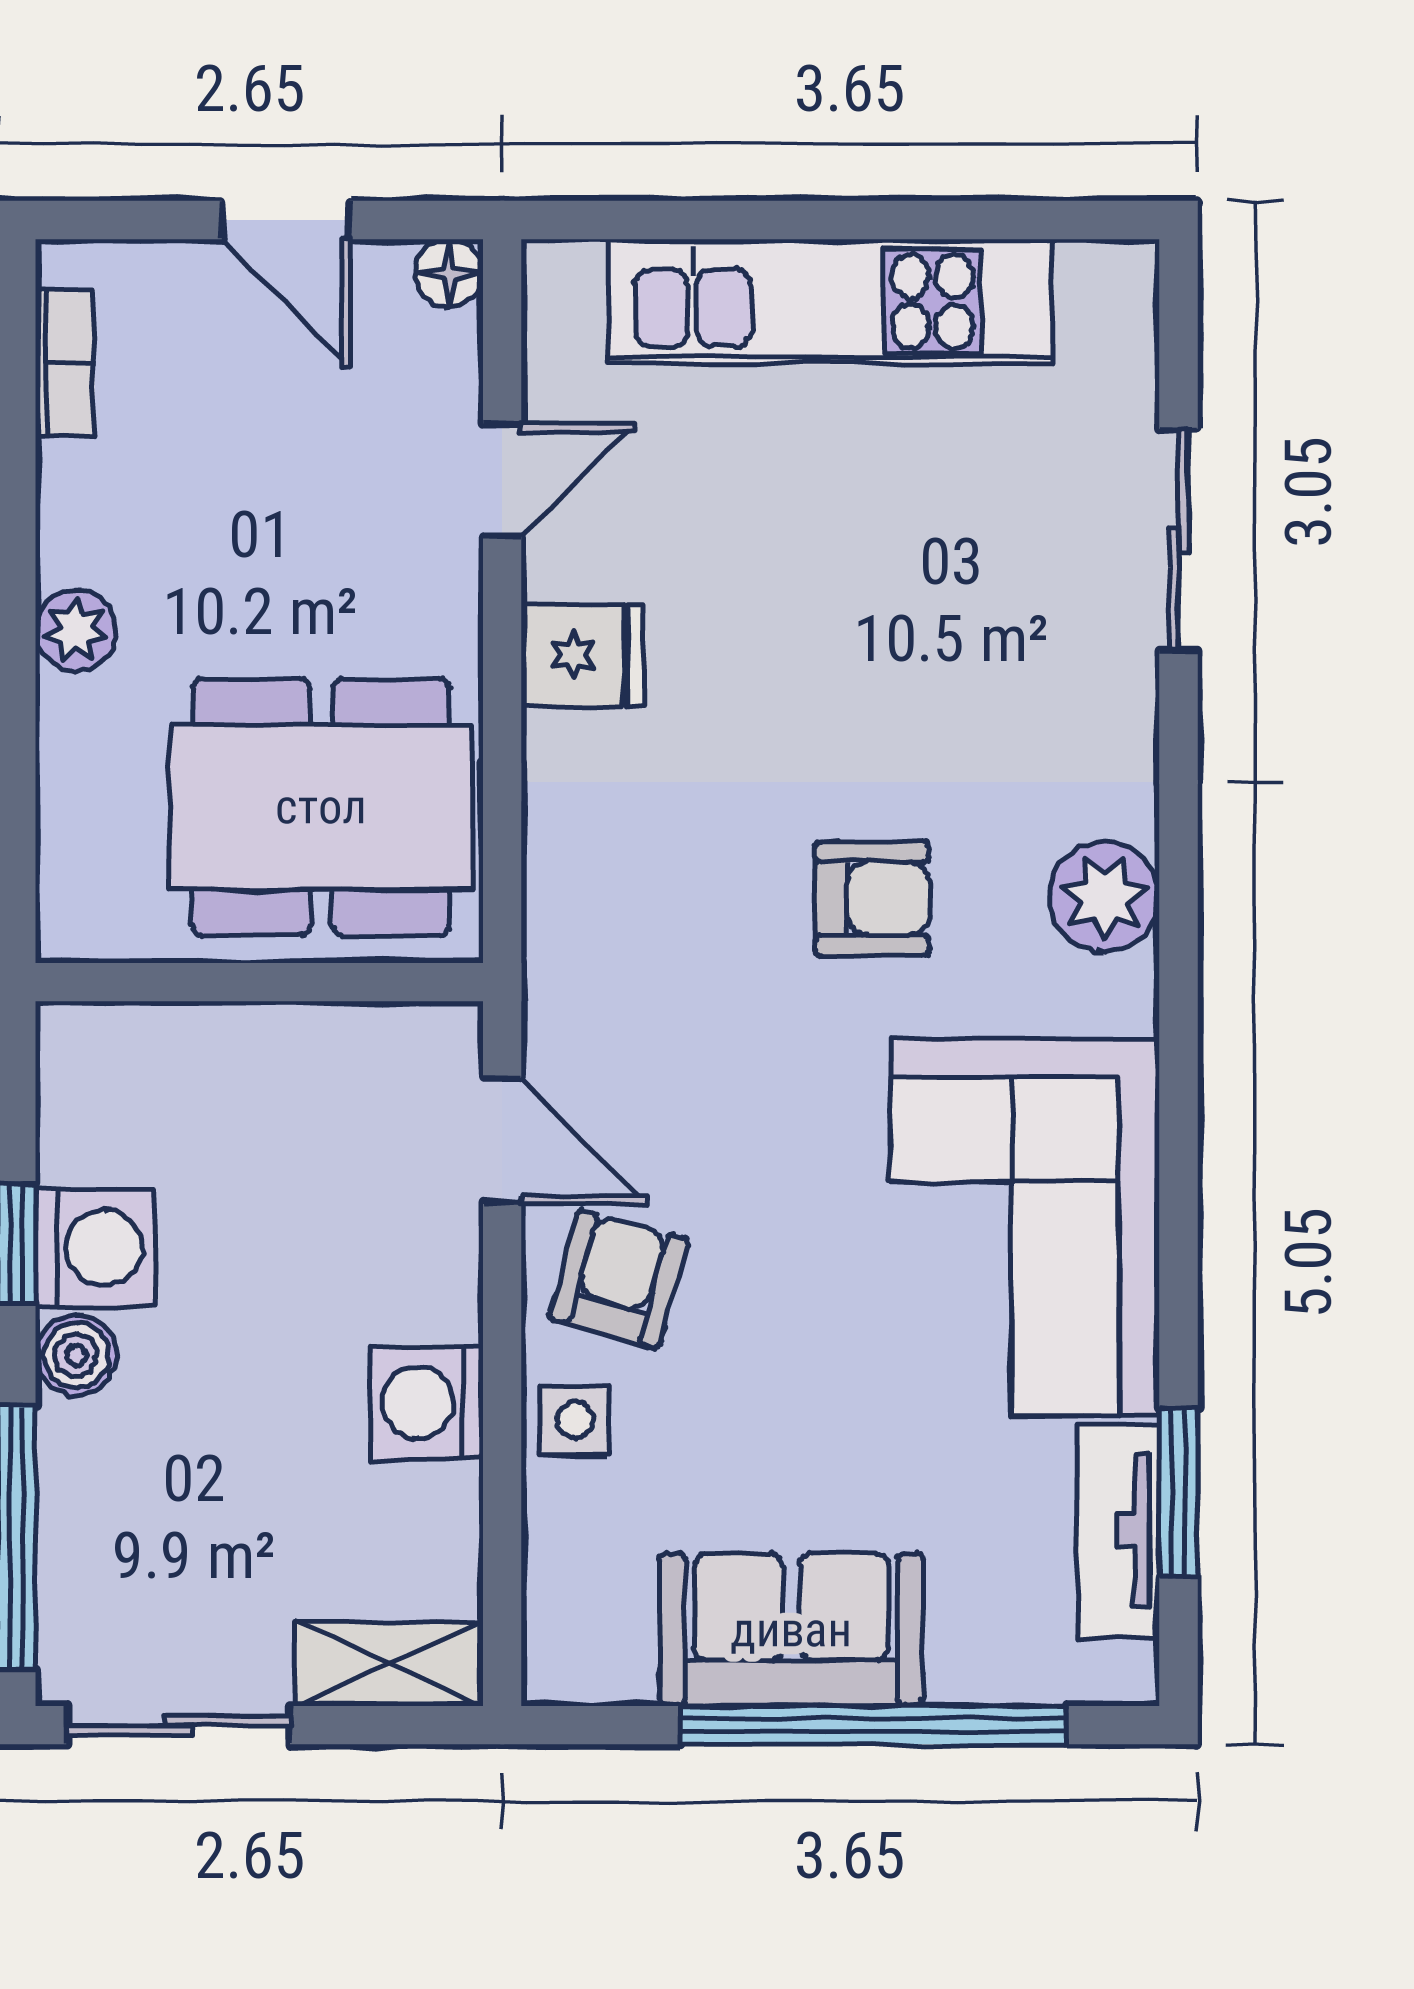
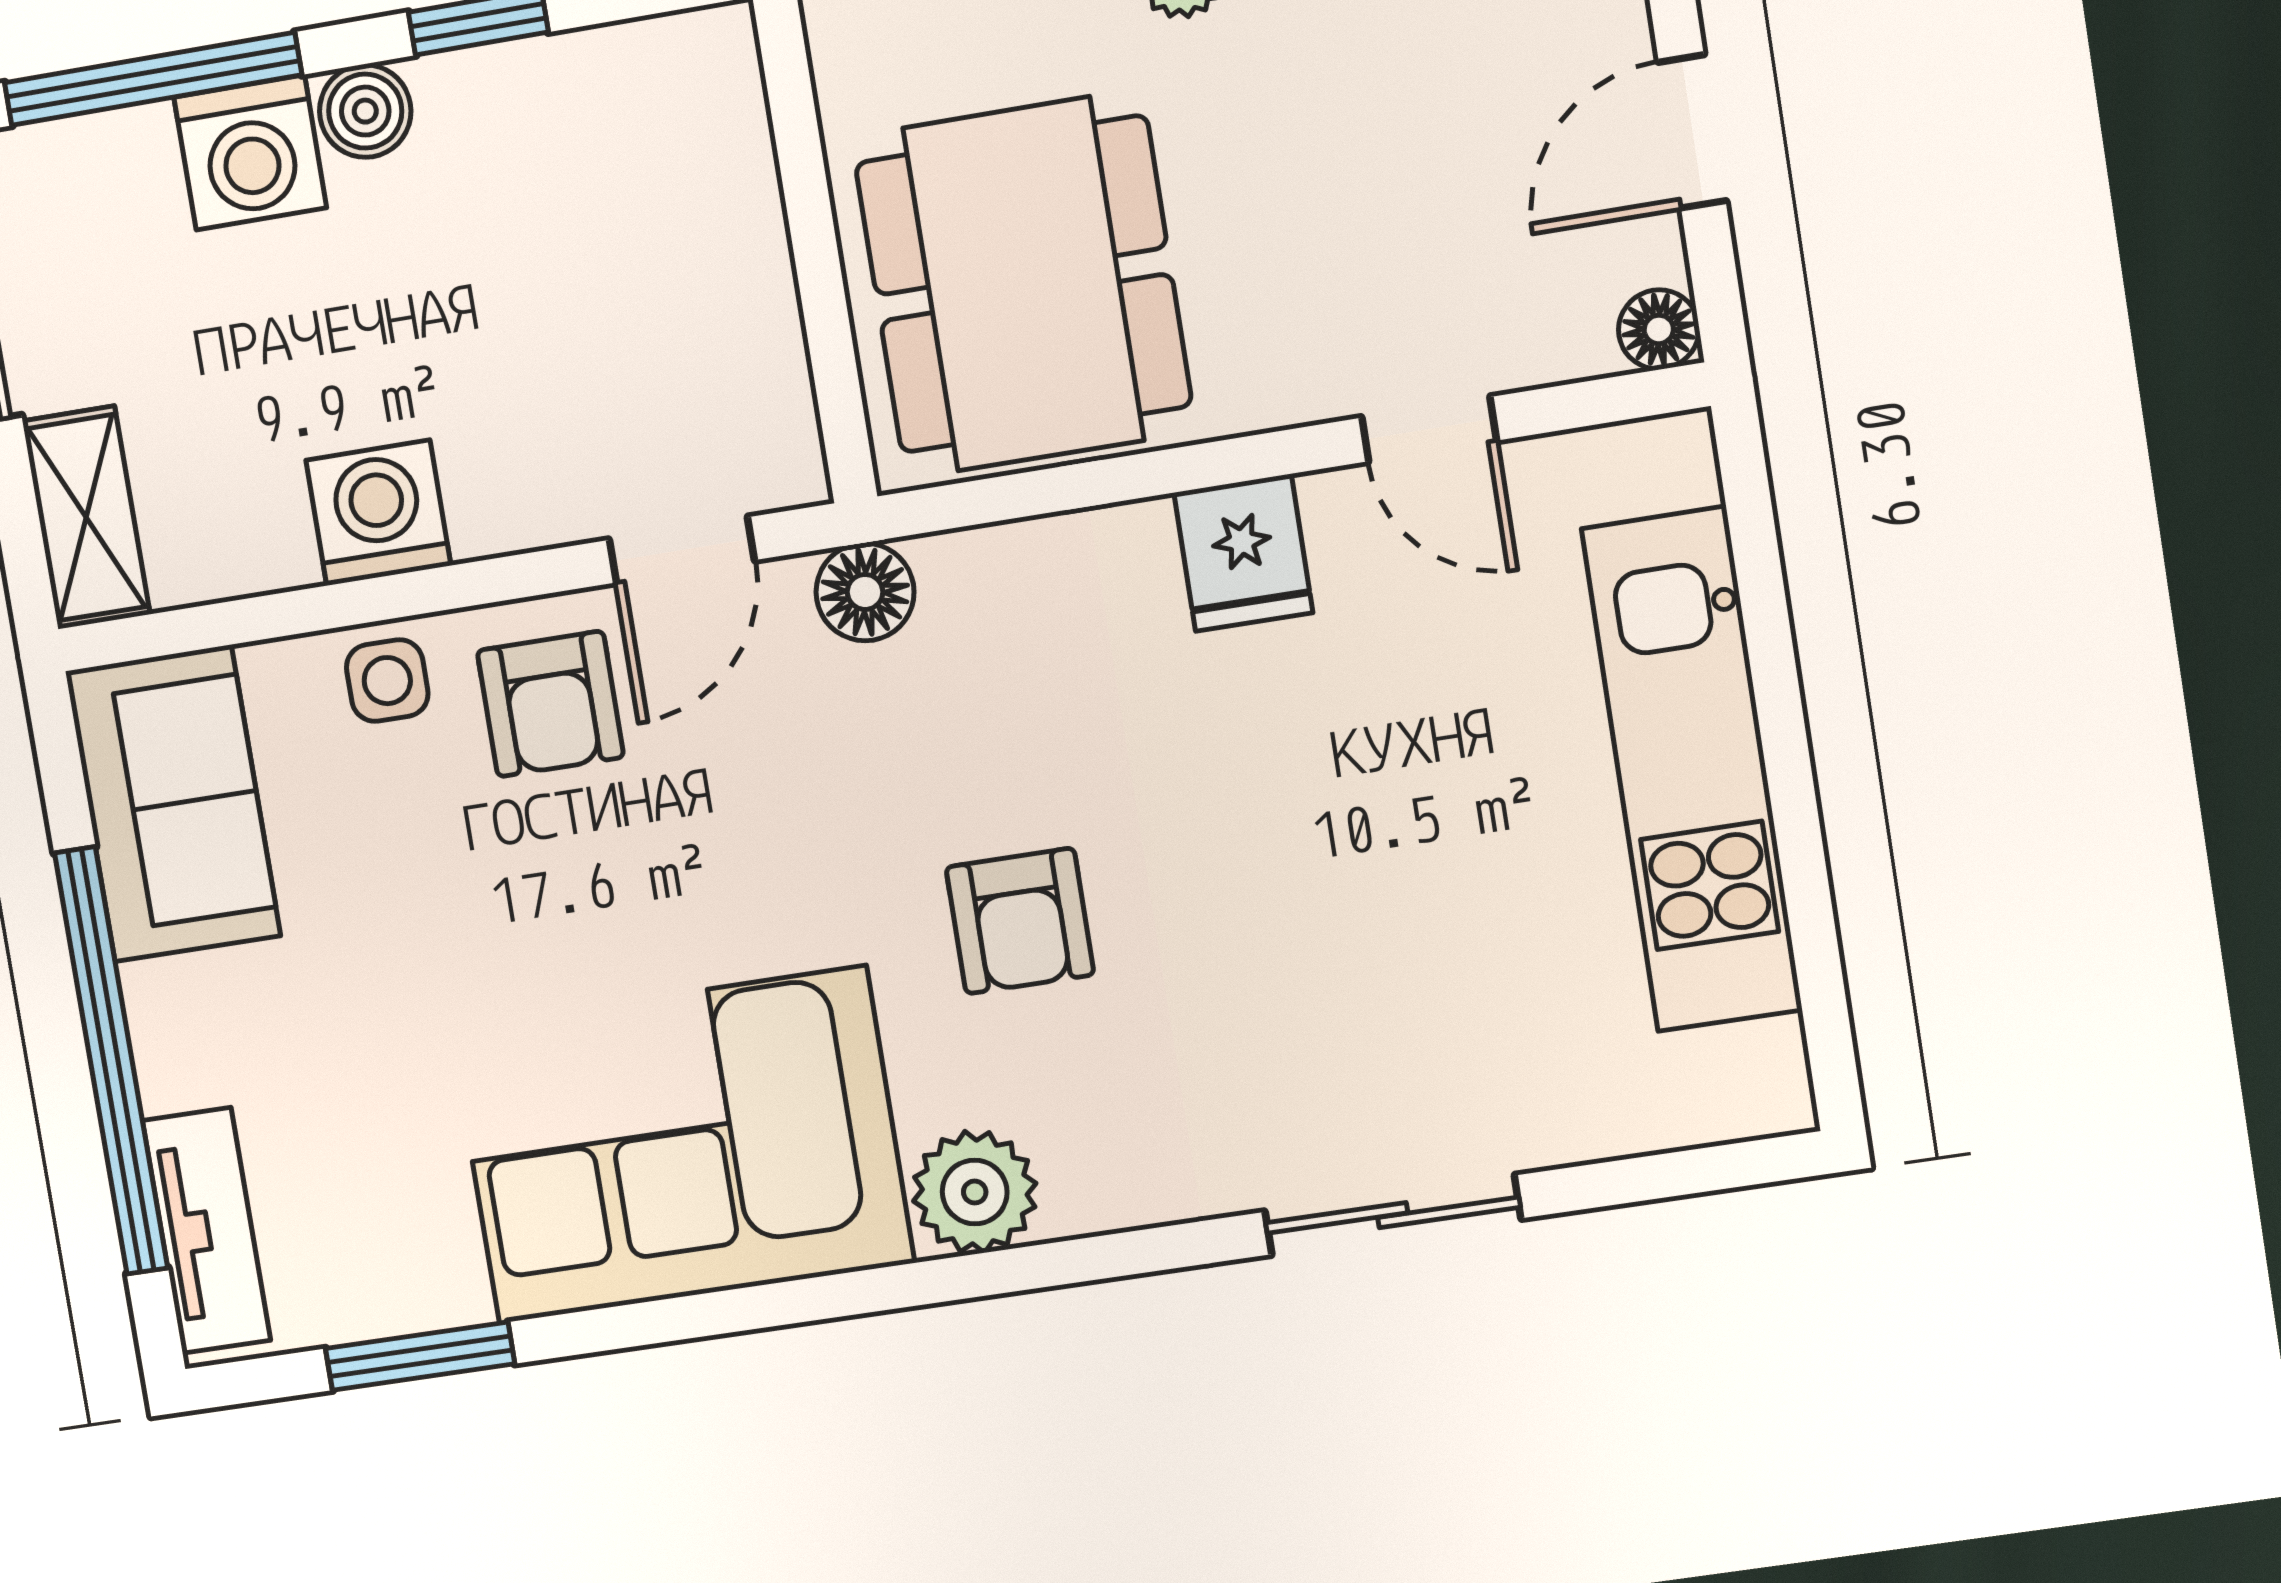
sliding door: (1179, 540) -> (1393, 1215), moved
plant: (1105, 897) -> (975, 1192), moved
floor lamp: (564, 987) -> (865, 592), added
washing machine: (95, 1248) -> (250, 152), moved
armchair: (618, 1279) -> (550, 704), turned 75
tv unit: (1119, 1531) -> (207, 1231), moved, turned 90
sofa: (791, 1630) -> (173, 804), moved

